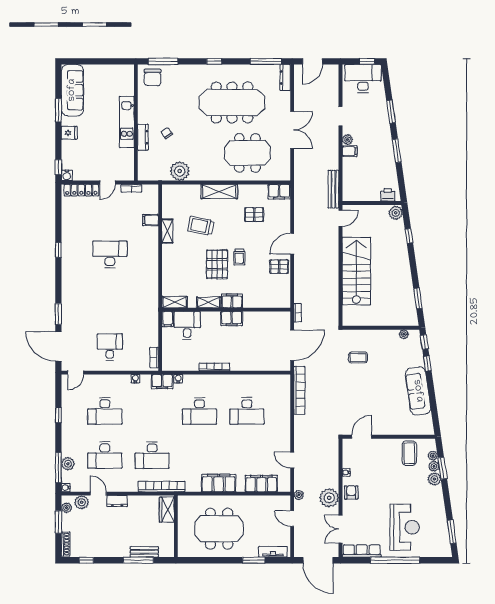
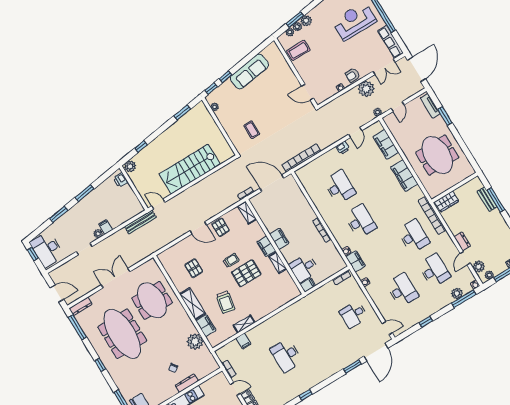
filing cabinet: (279, 192) -> (206, 326), moved
shelving: (175, 302) -> (247, 213), moved
printer: (284, 438) -> (343, 148), added

